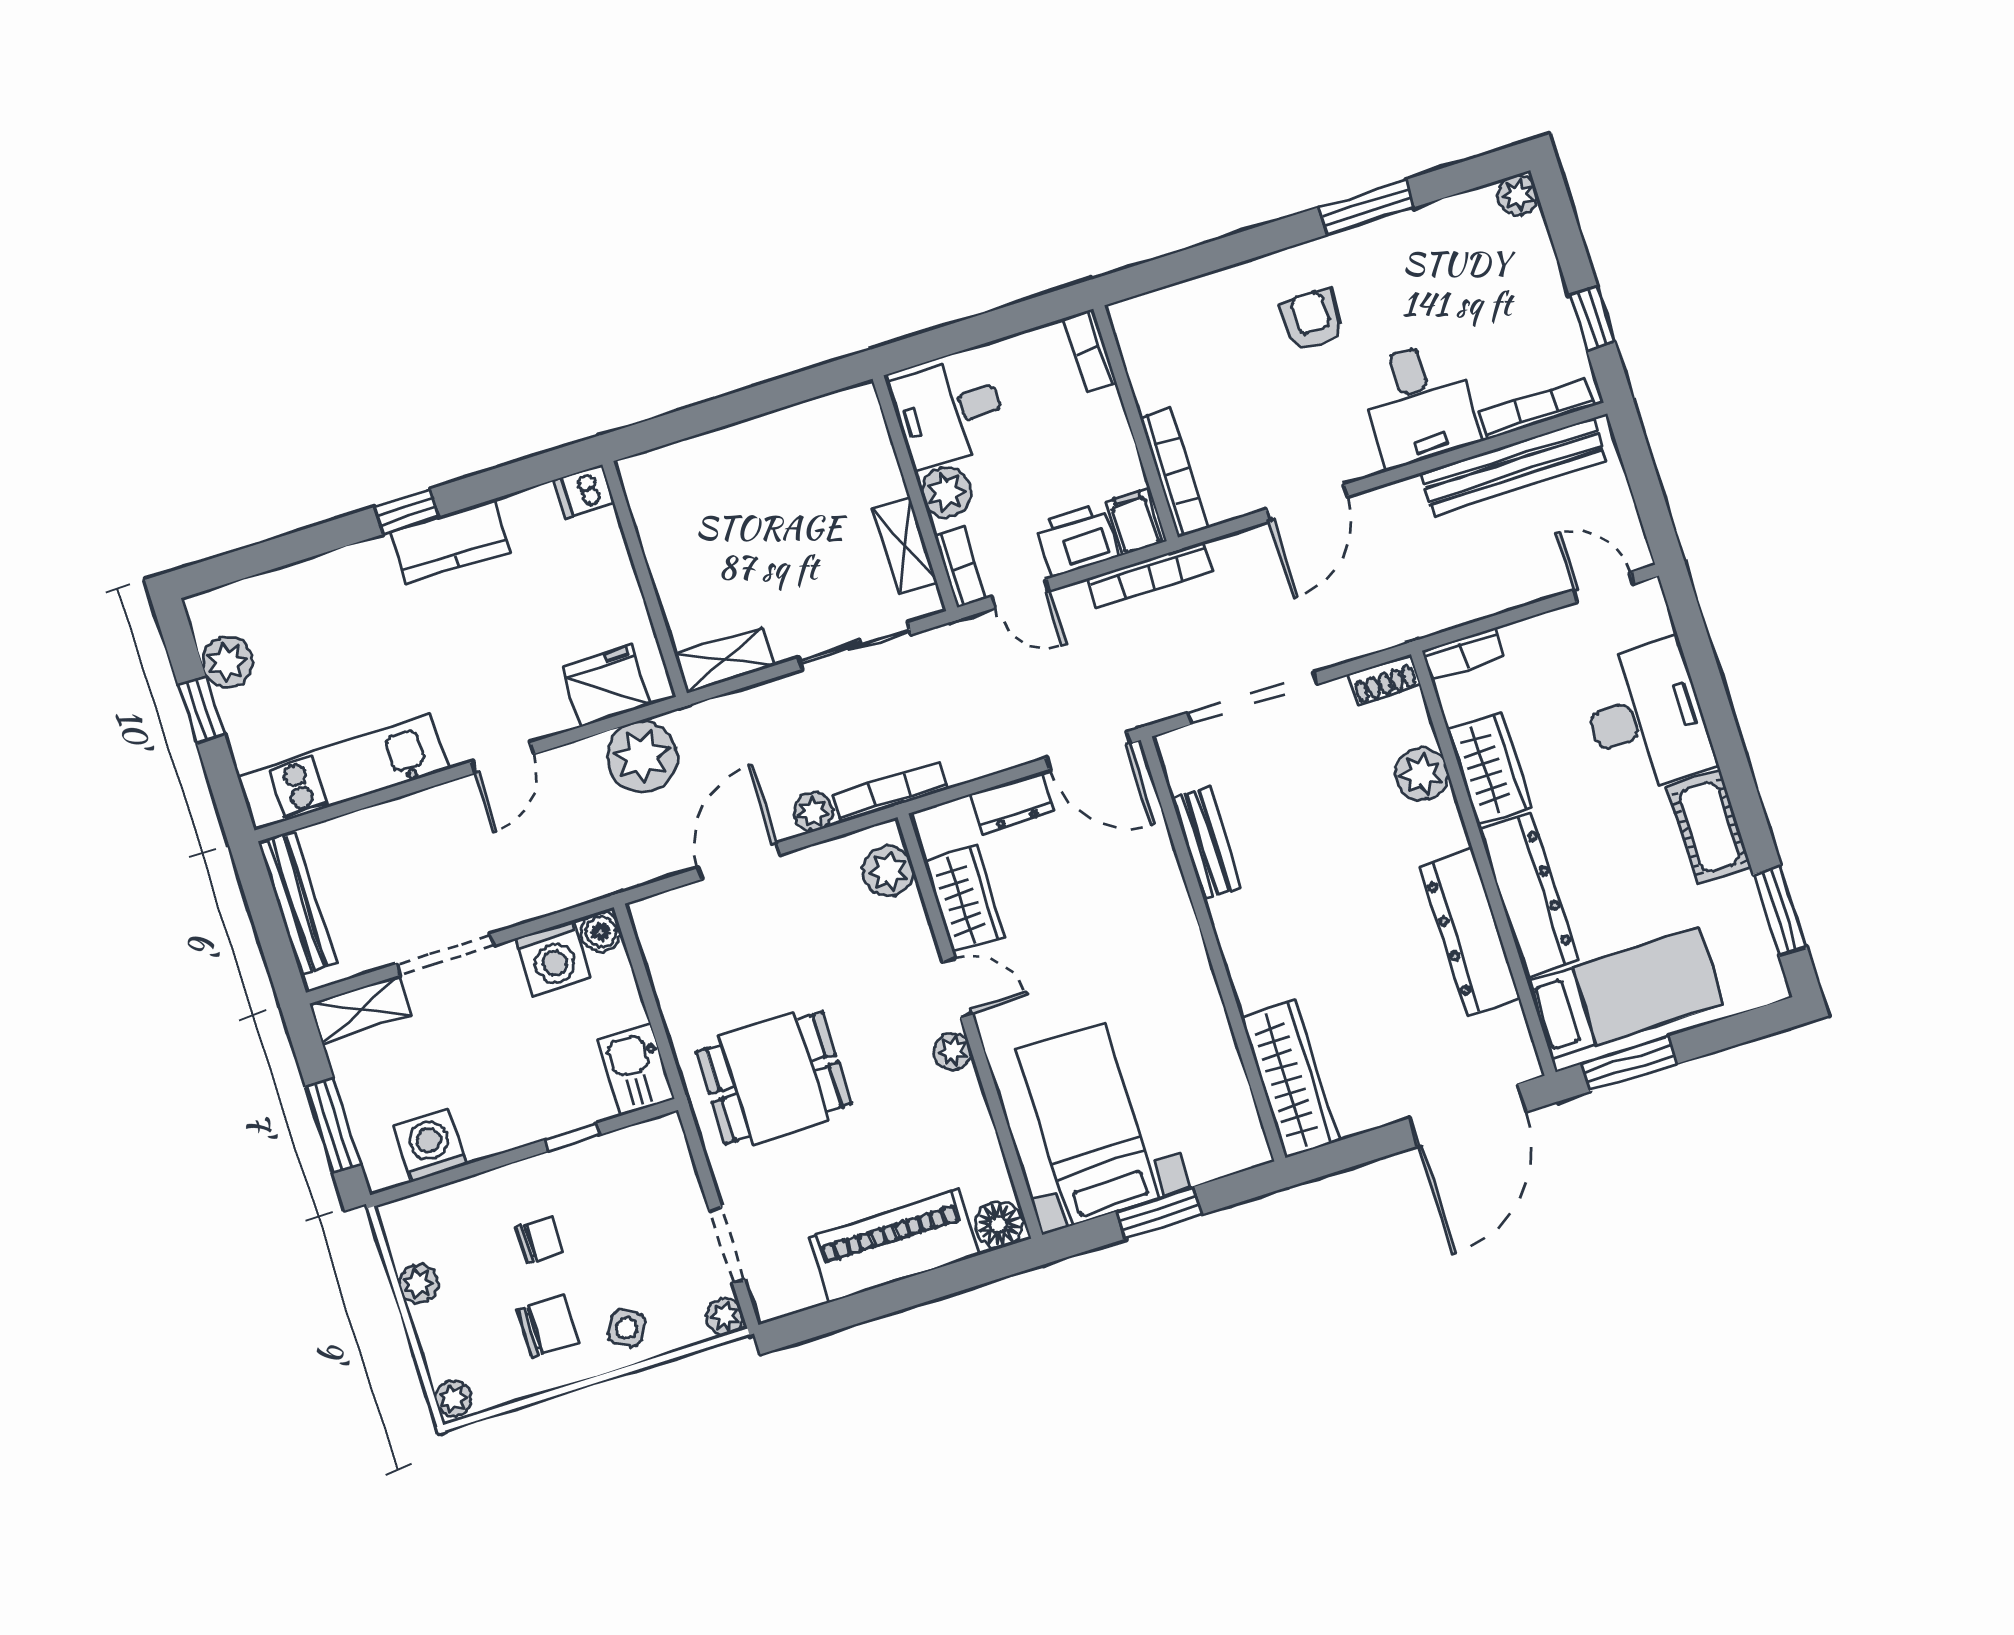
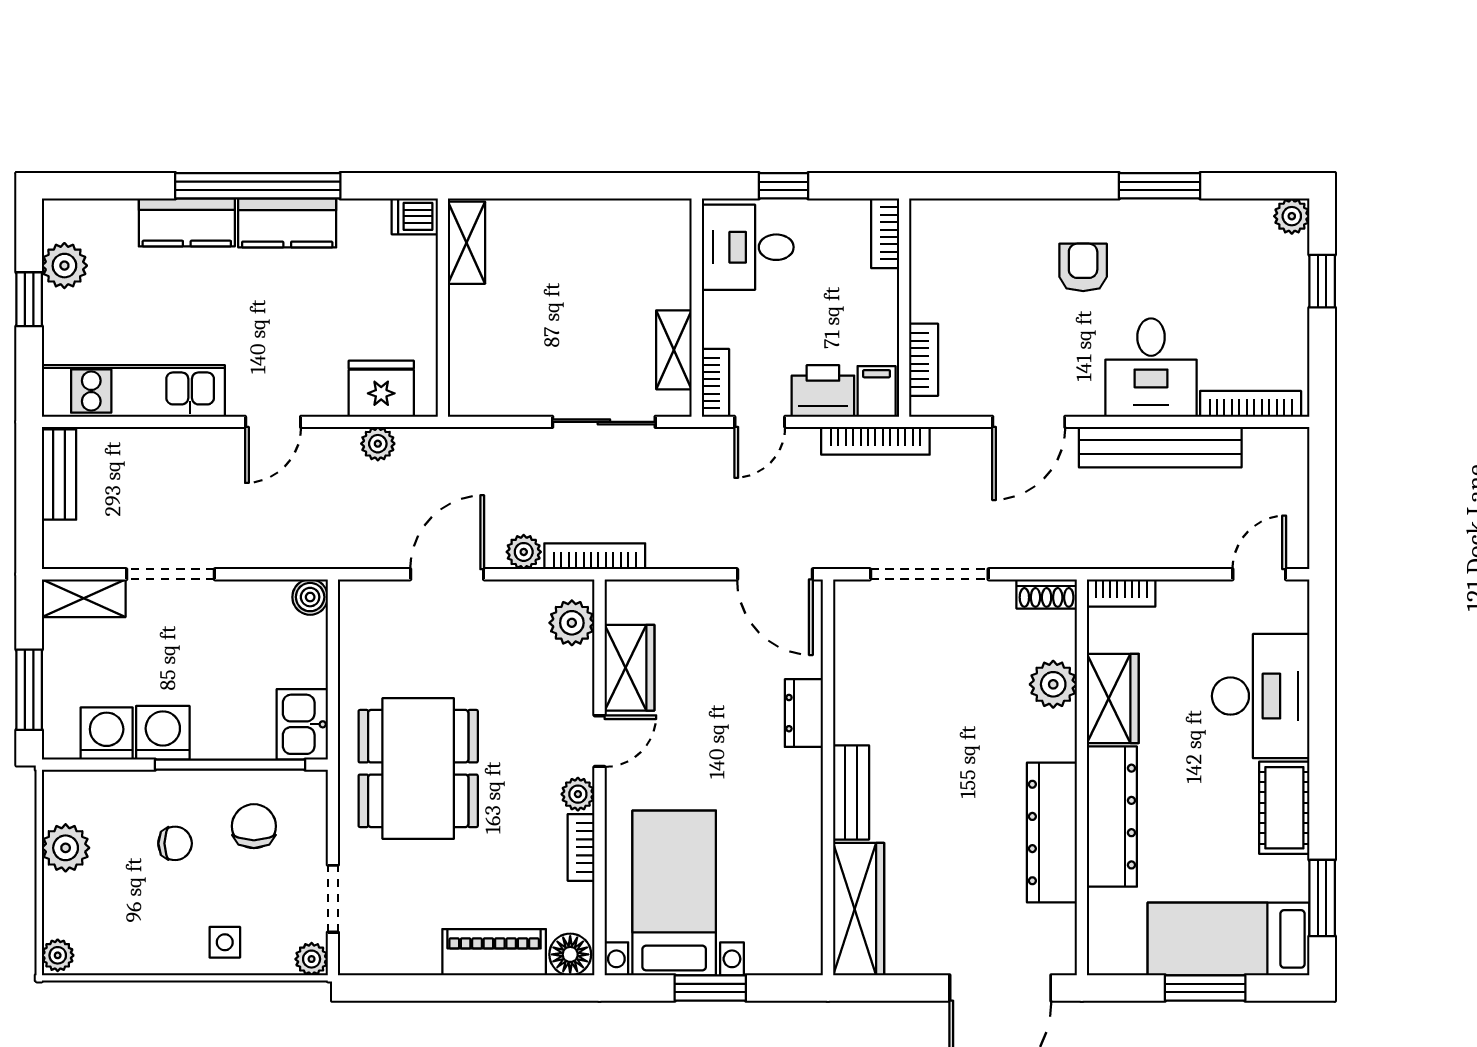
window: (1592, 318) -> (1322, 281), moved
window: (966, 334) -> (784, 186), added
bench: (1513, 467) -> (1160, 447), moved
bookcase: (1174, 472) -> (924, 360), width x0.64
plant: (946, 492) -> (724, 315), removed
window: (406, 512) -> (258, 186), width x3.17
kitchen counter: (343, 575) -> (187, 222), added
door: (1604, 587) -> (1259, 574), hinge flipped
door: (1020, 594) -> (760, 422), hinge flipped
shelving: (724, 660) -> (467, 243), moved, turned 90
plant: (642, 756) -> (378, 444), width x0.53, depth x0.53
dresser: (1012, 803) -> (804, 713), moved, turned 90
bench: (1206, 843) -> (851, 792), moved
bench: (298, 904) -> (59, 475), width x0.73
washing machine: (553, 958) -> (163, 733), moved, turned 180
door: (958, 988) -> (599, 741), hinge flipped
bed: (1625, 993) -> (1229, 939), moved, turned 180
window: (1629, 1064) -> (1205, 988), moved
dining table: (774, 1078) -> (418, 769), width x1.38
bookcase: (974, 1107) -> (581, 847), added
window: (572, 1137) -> (230, 765), width x3.17
piano: (894, 1246) -> (494, 952), width x0.73, depth x0.75
plant: (418, 1284) -> (66, 848), width x1.38, depth x1.38
chair: (547, 1326) -> (254, 826), moved, turned -90
side table: (627, 1328) -> (225, 942), turned -30

